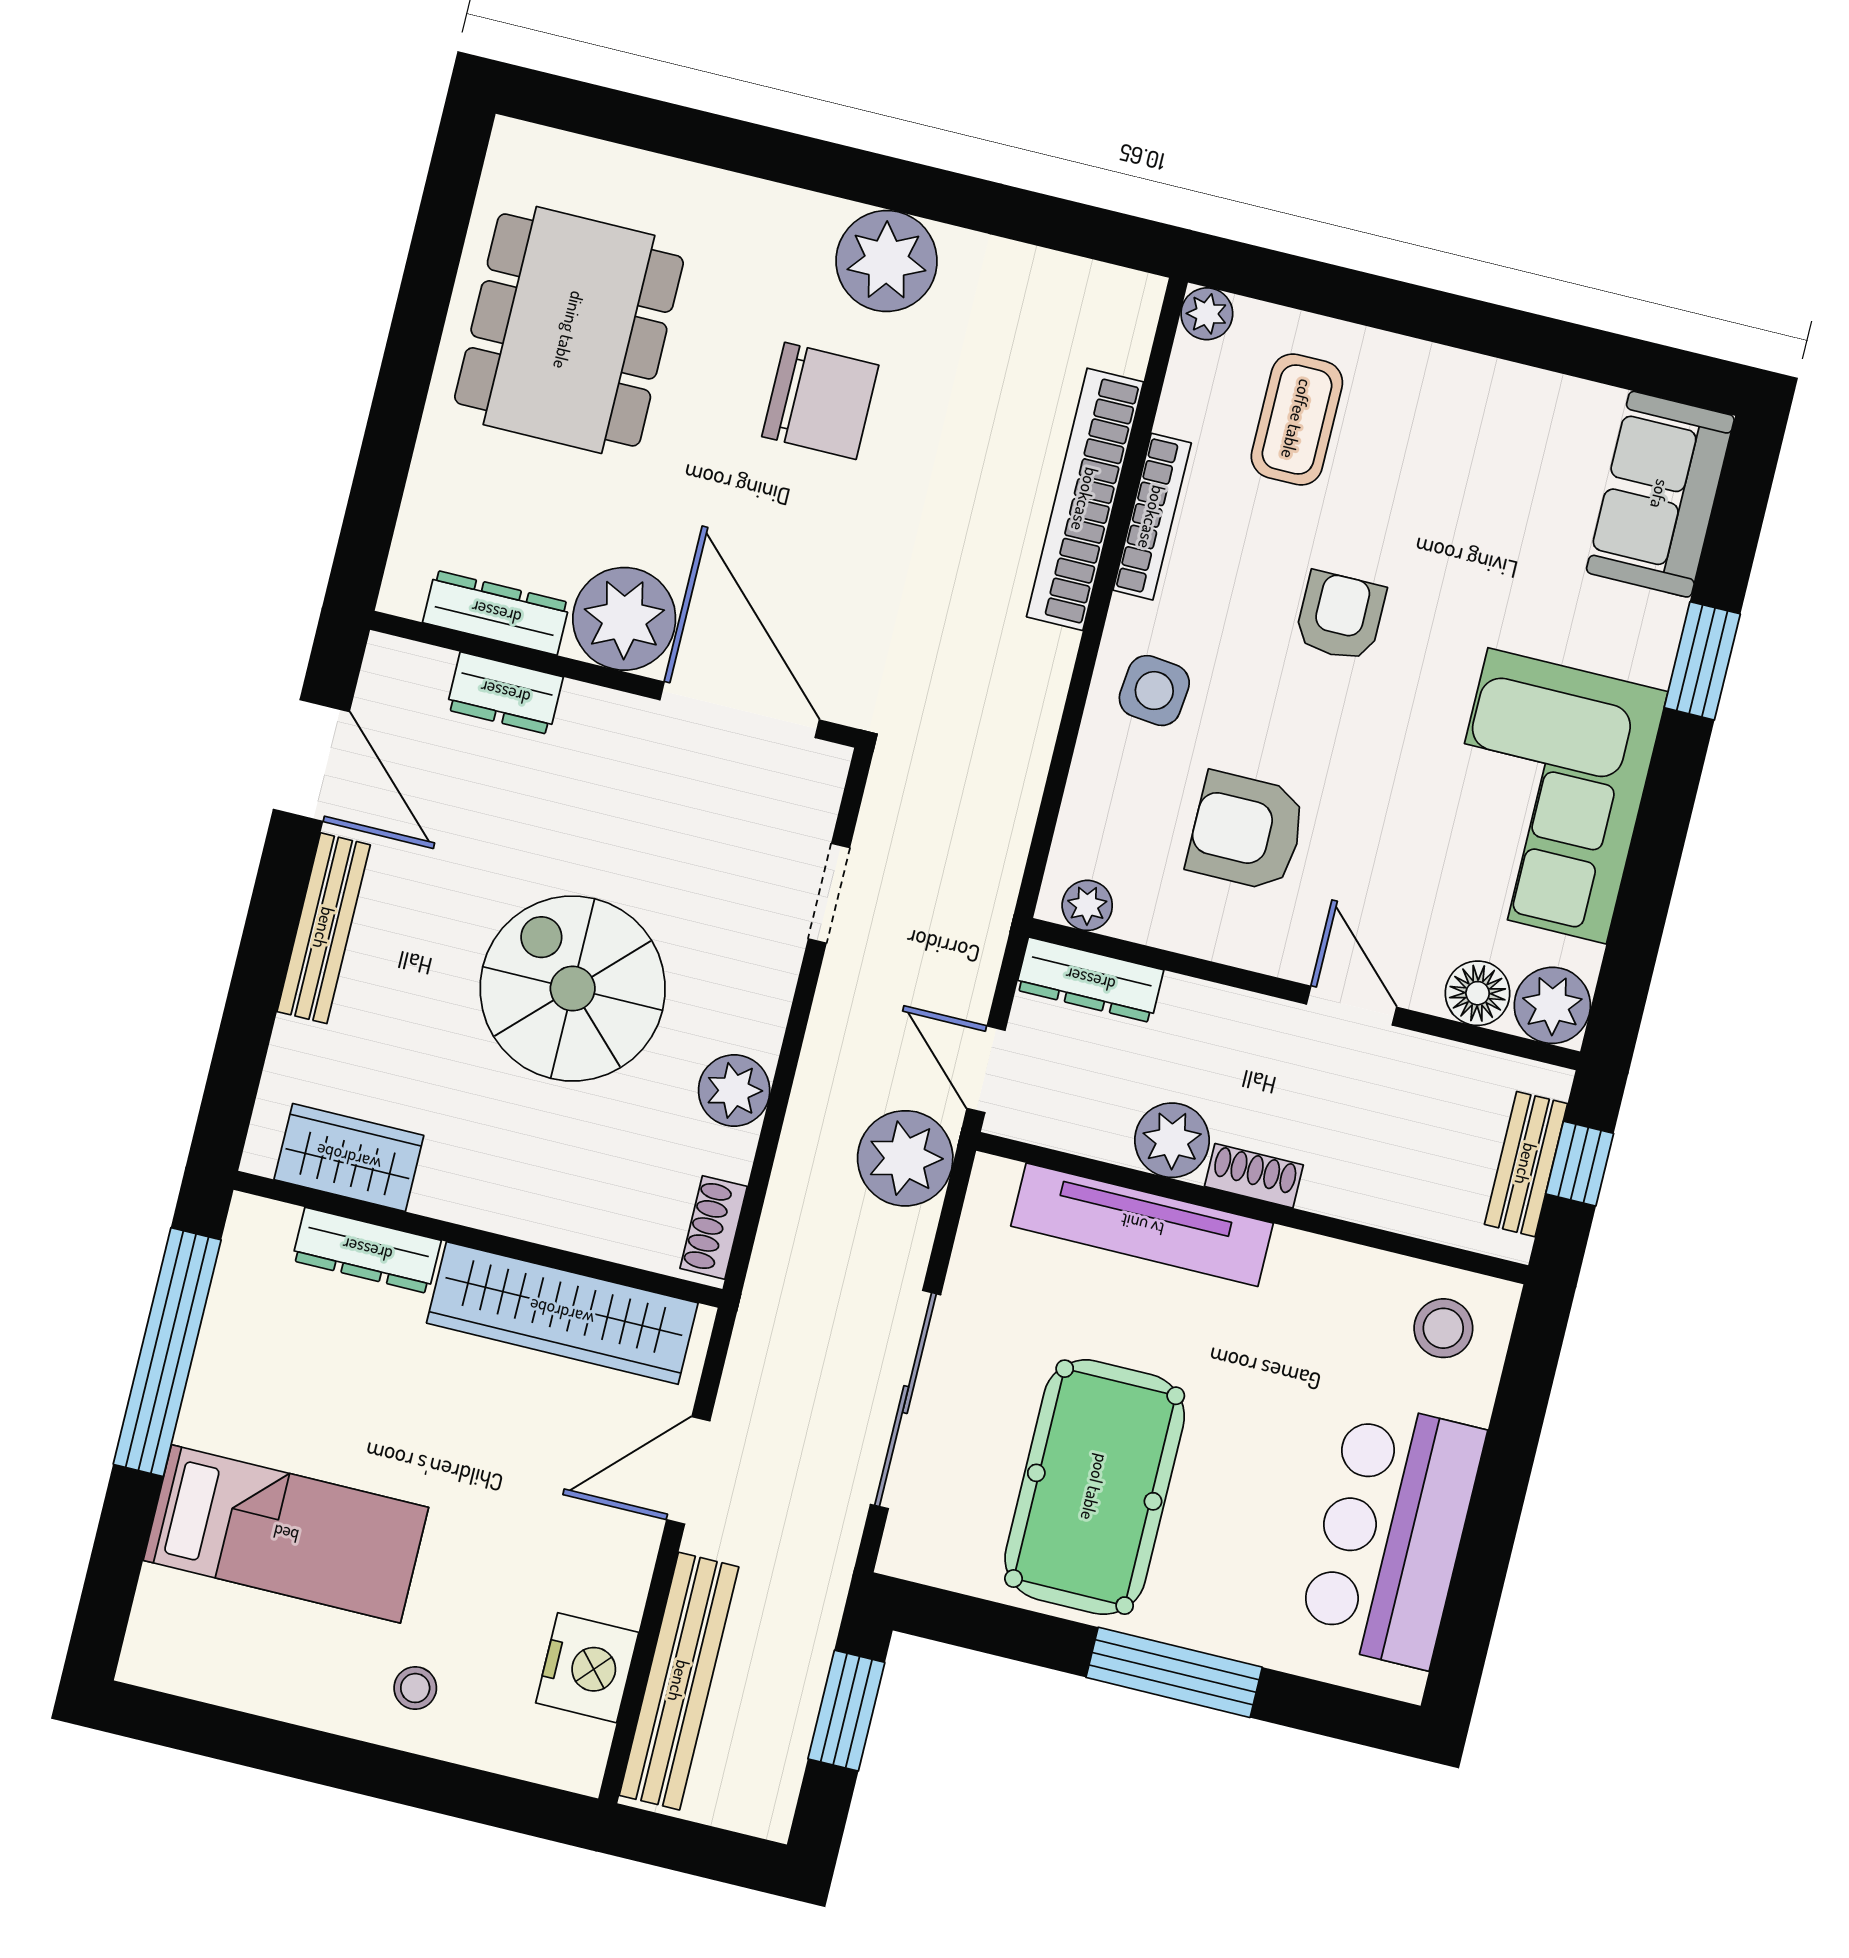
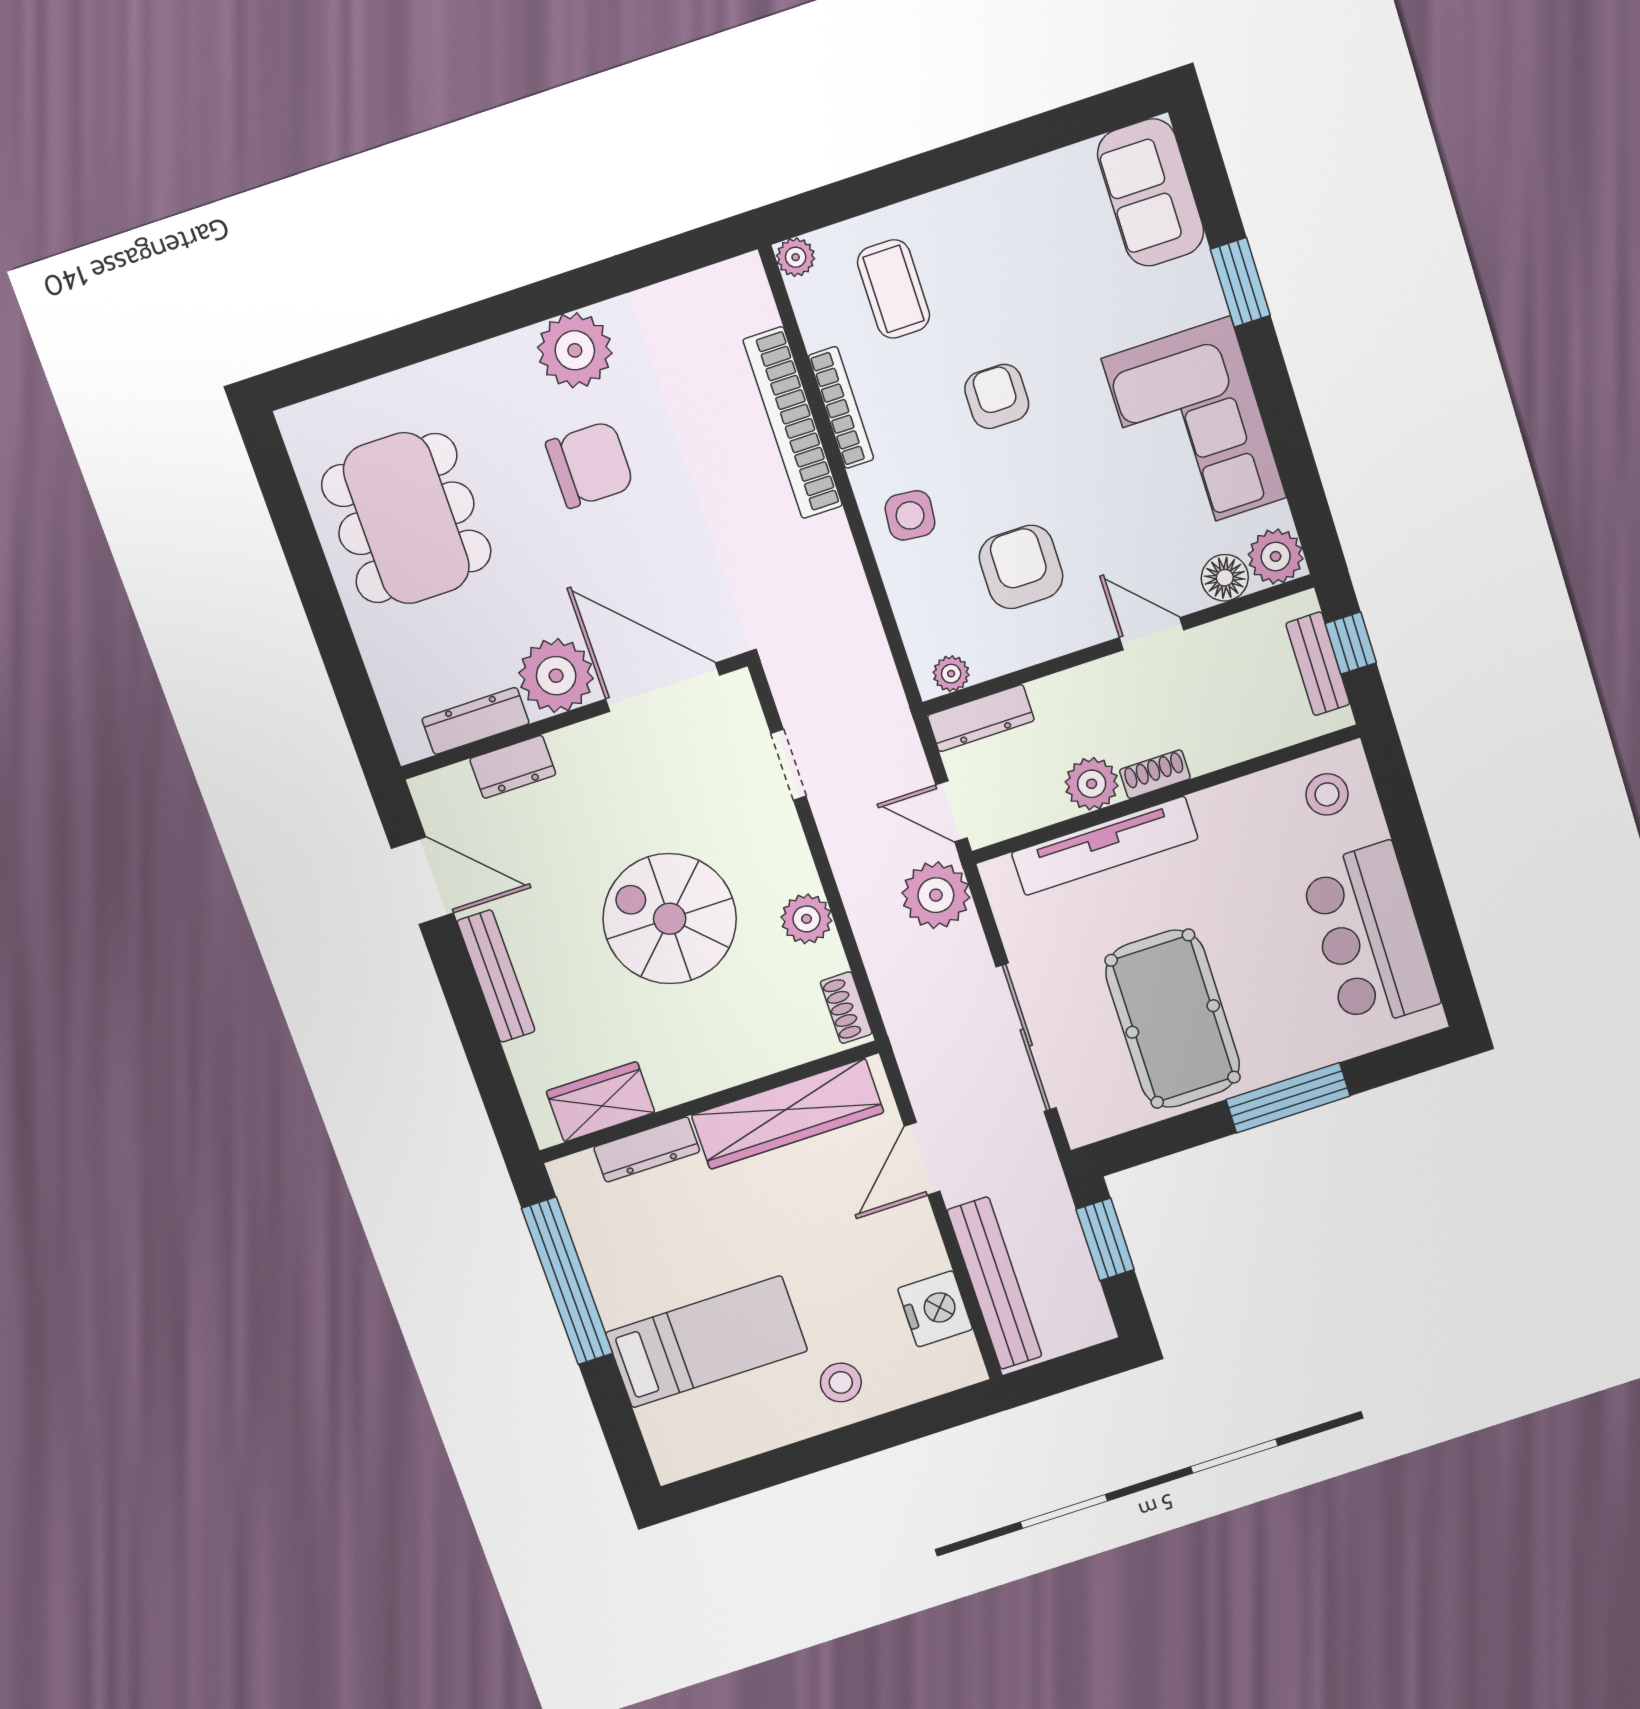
armchair: (1247, 831) -> (1021, 567), turned 90
stool: (415, 1688) -> (841, 1382), width x1.37, depth x1.37

